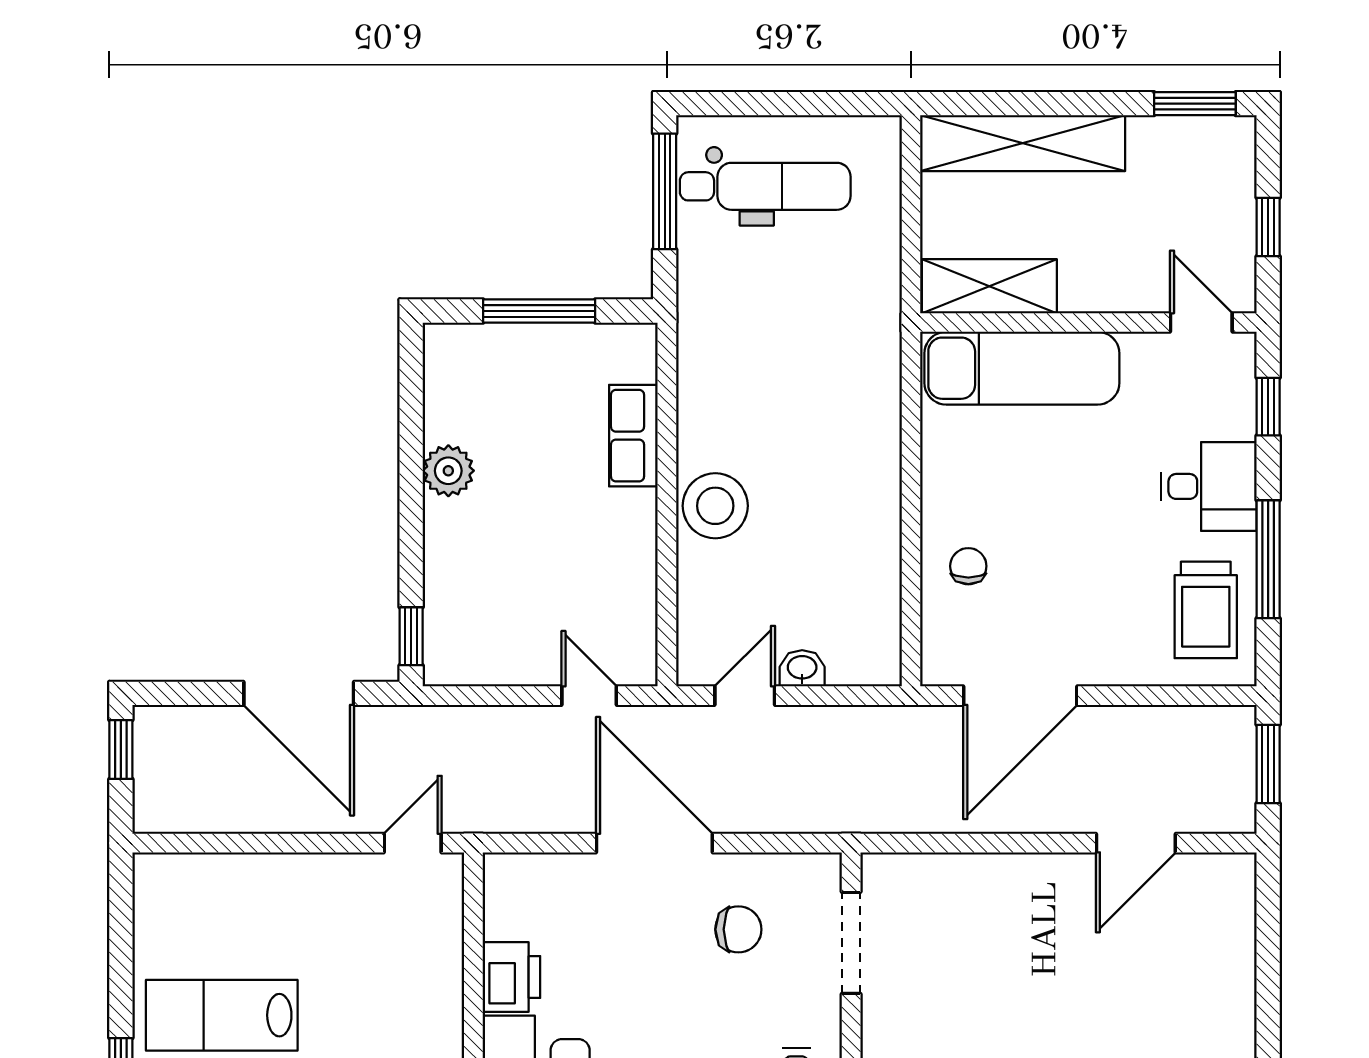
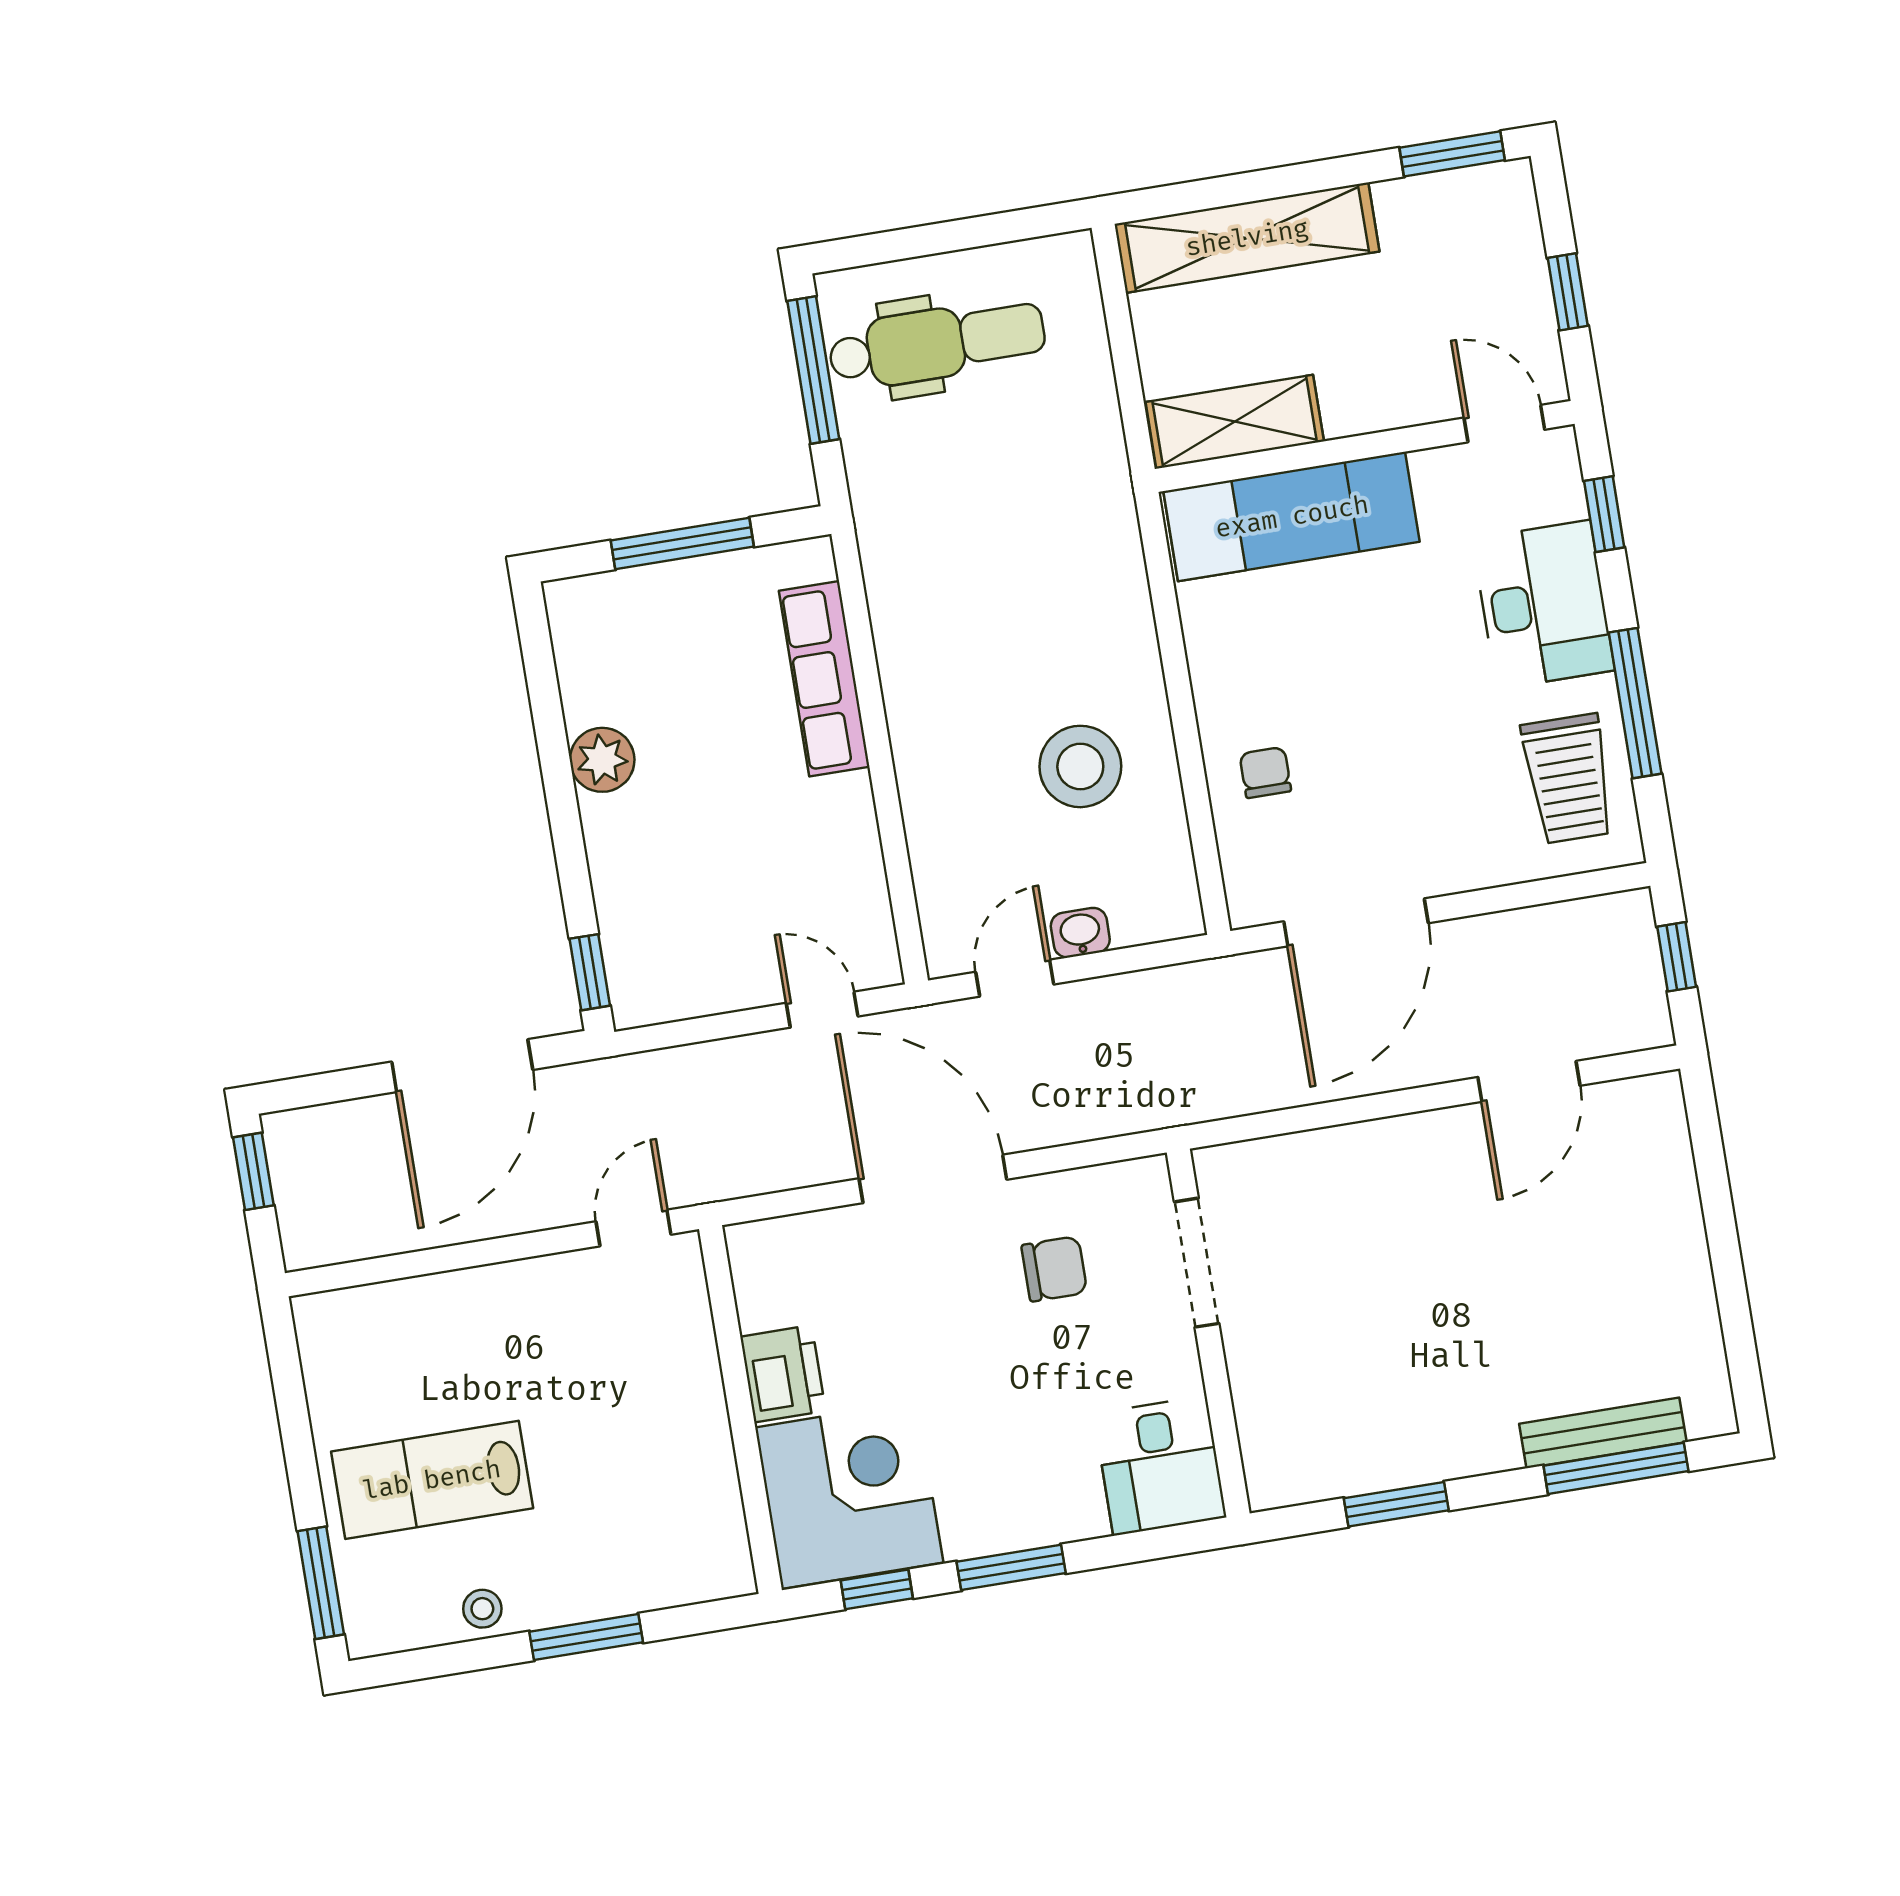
row of seats: (633, 436) -> (824, 679), width x1.48
desk: (1209, 486) -> (1543, 605), width x1.37
stool: (715, 506) -> (1080, 766), moved
door: (299, 693) -> (462, 1066), hinge flipped
window: (1268, 764) -> (1677, 957), width x0.67

